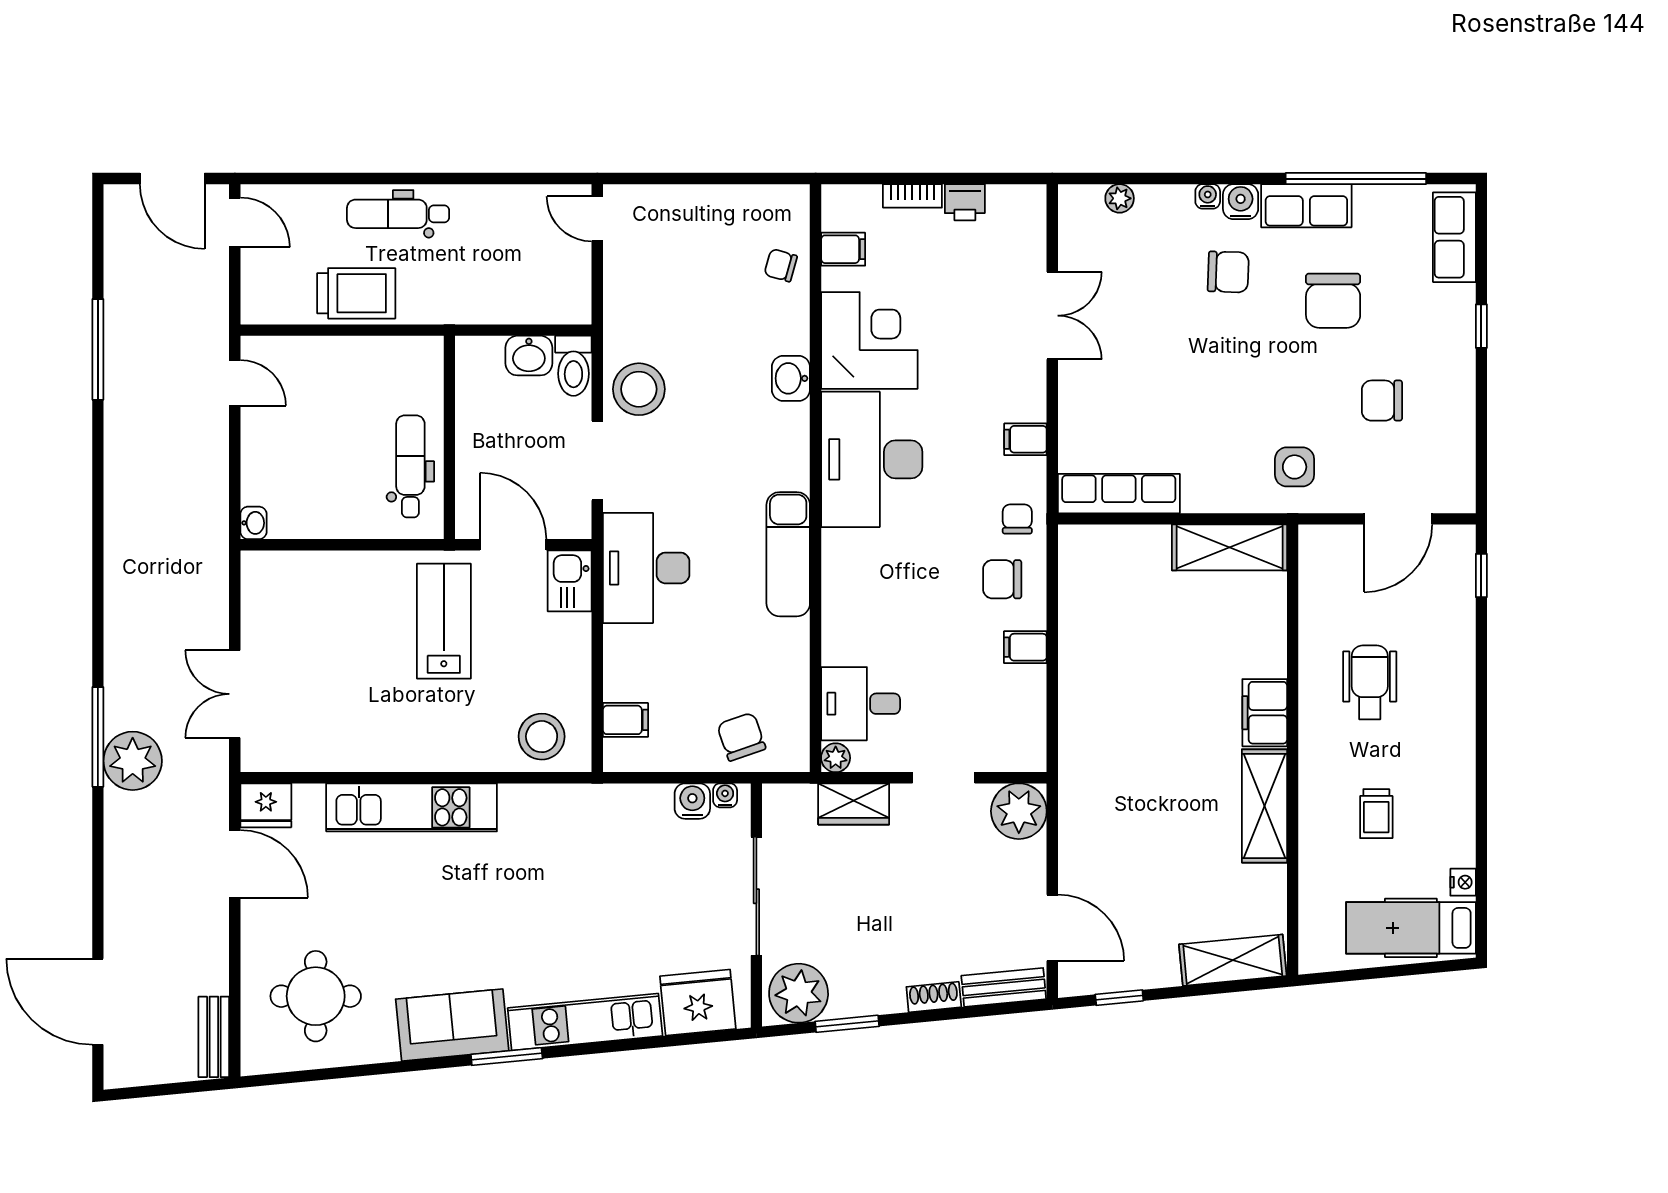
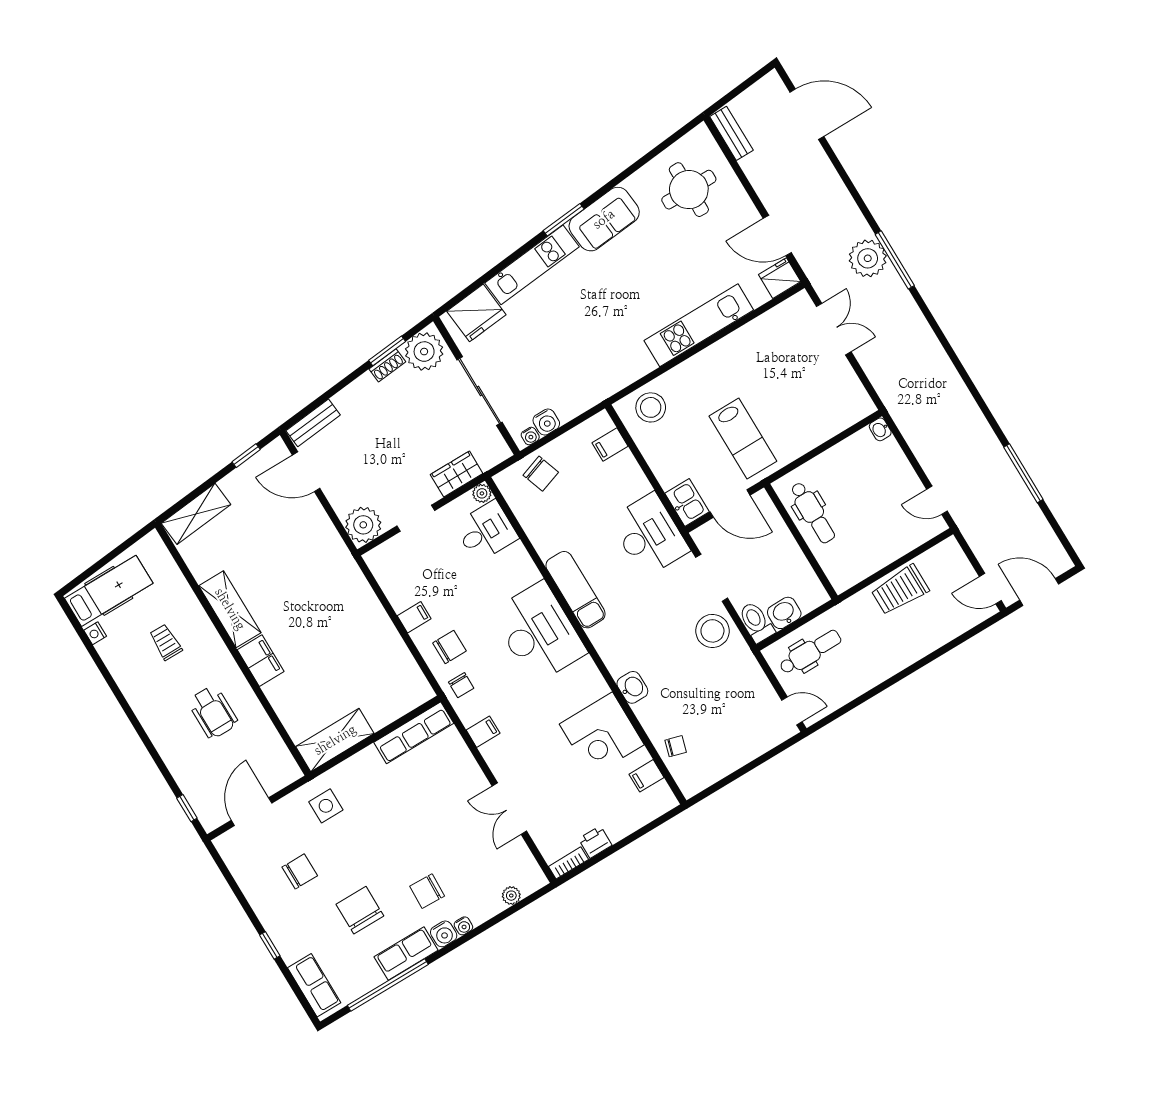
bookcase: (912, 196) -> (568, 863), moved
dental chair: (398, 214) -> (810, 652), moved
desk: (872, 459) -> (539, 633), moved
shoe rack: (934, 997) -> (387, 365), moved

